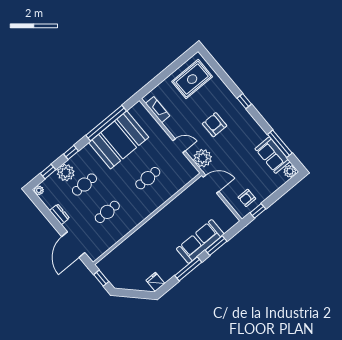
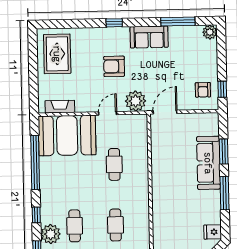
booth: (119, 140) -> (67, 135), moved, turned 90
sofa: (272, 155) -> (149, 37), moved

